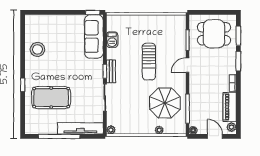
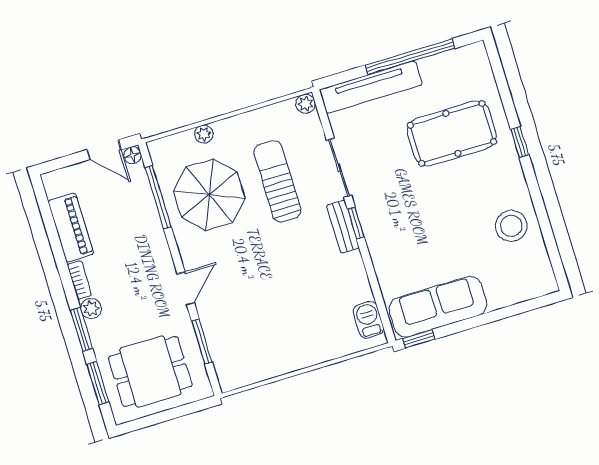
sofa: (94, 36) -> (438, 307), moved, turned -90
barbecue: (112, 40) -> (368, 320), moved
sun lounger: (149, 62) -> (277, 181), moved
plant: (231, 127) -> (91, 309), moved
door: (215, 136) -> (104, 150), moved

